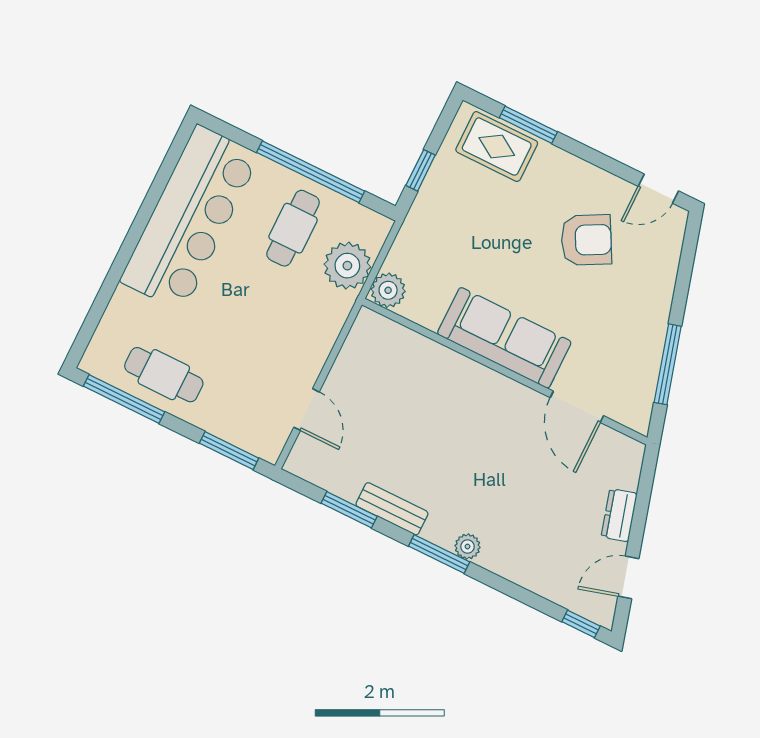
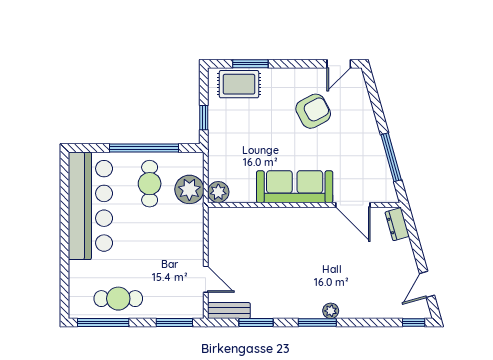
bench: (392, 509) -> (229, 311), moved
dresser: (619, 515) -> (397, 224), moved

